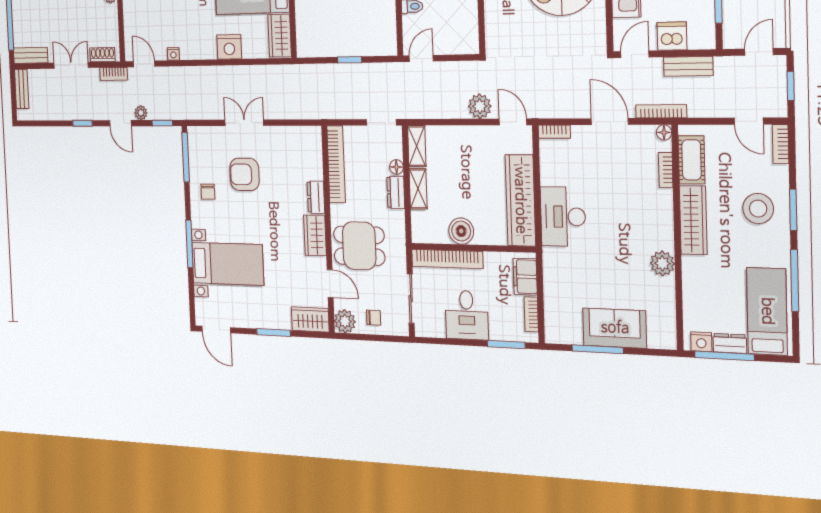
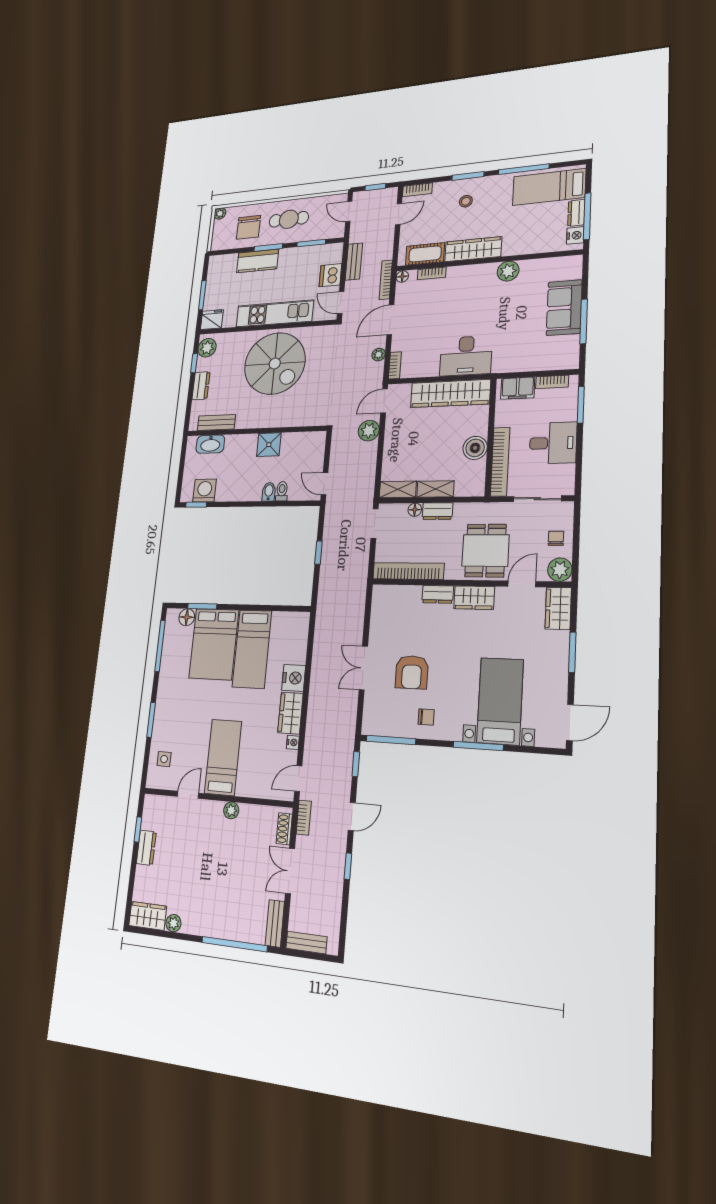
wardrobe: (280, 36) -> (290, 713), moved, turned 90
plant: (141, 113) -> (379, 355), moved
stool: (758, 209) -> (466, 201), width x0.53, depth x0.53

